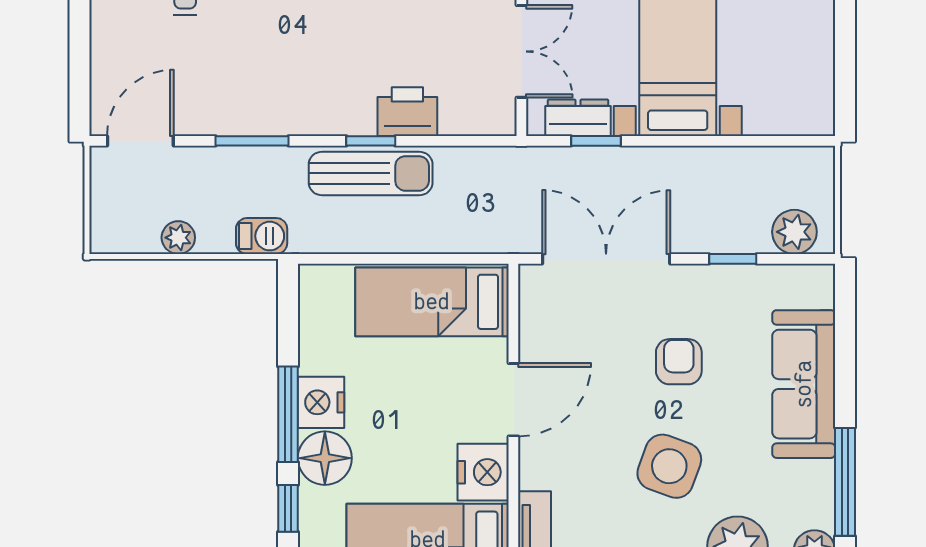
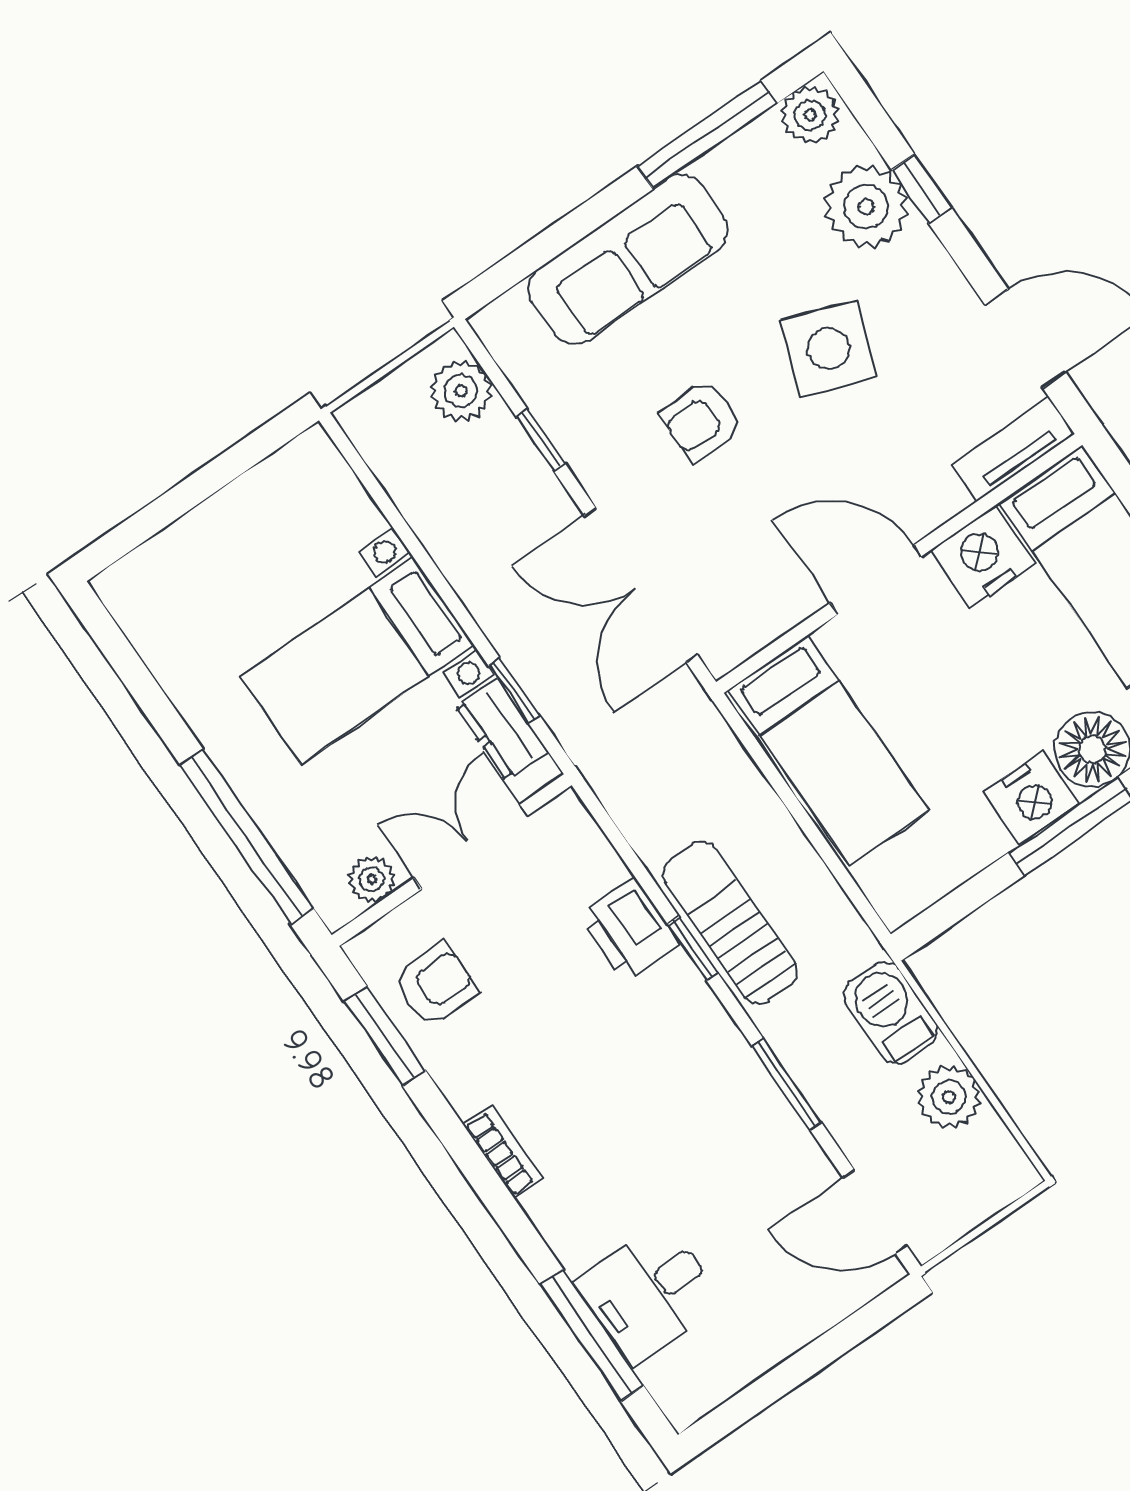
barbecue: (262, 236) -> (890, 1013), width x1.38, depth x1.27
plant: (178, 238) -> (949, 1097), width x1.38, depth x1.38

